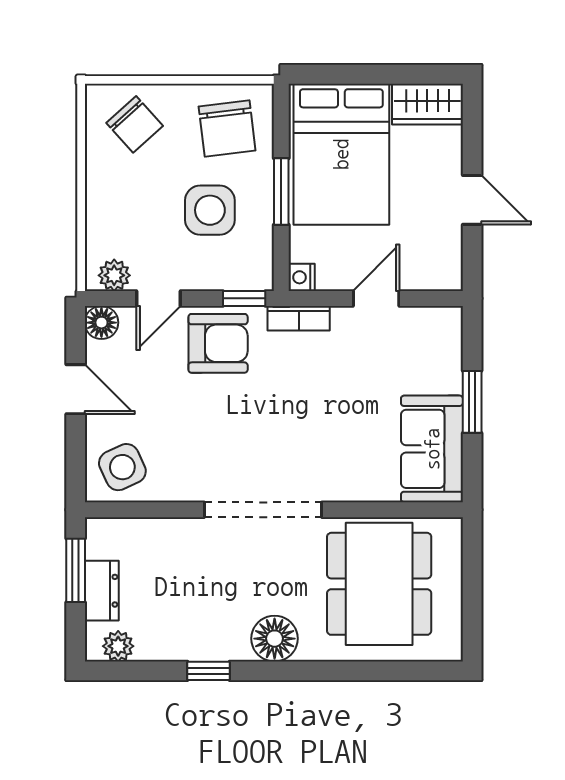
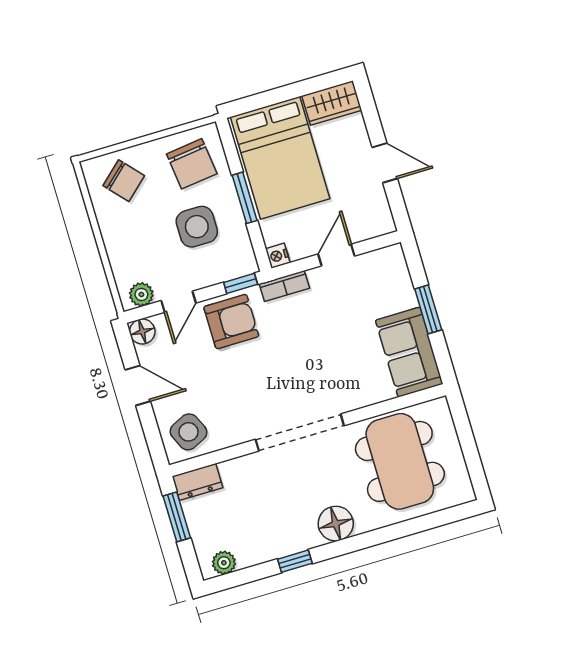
dresser: (102, 591) -> (197, 482), moved, turned 90

